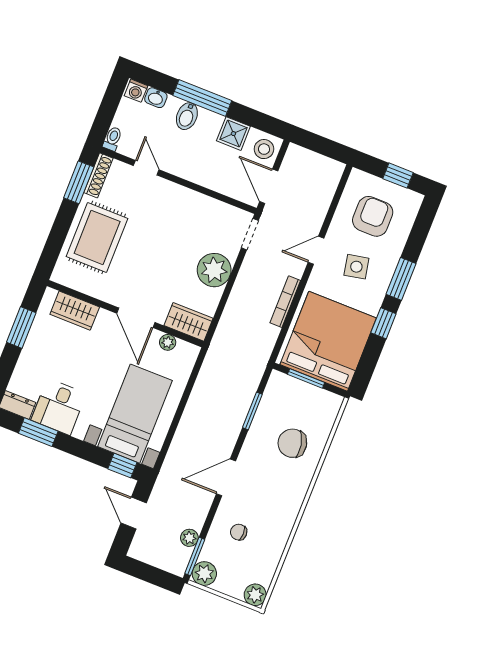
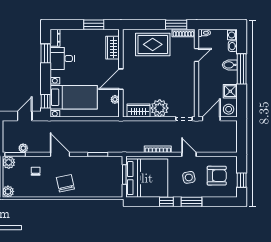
wardrobe: (189, 322) -> (138, 111), moved, turned -90
chair: (292, 443) -> (65, 183), moved

